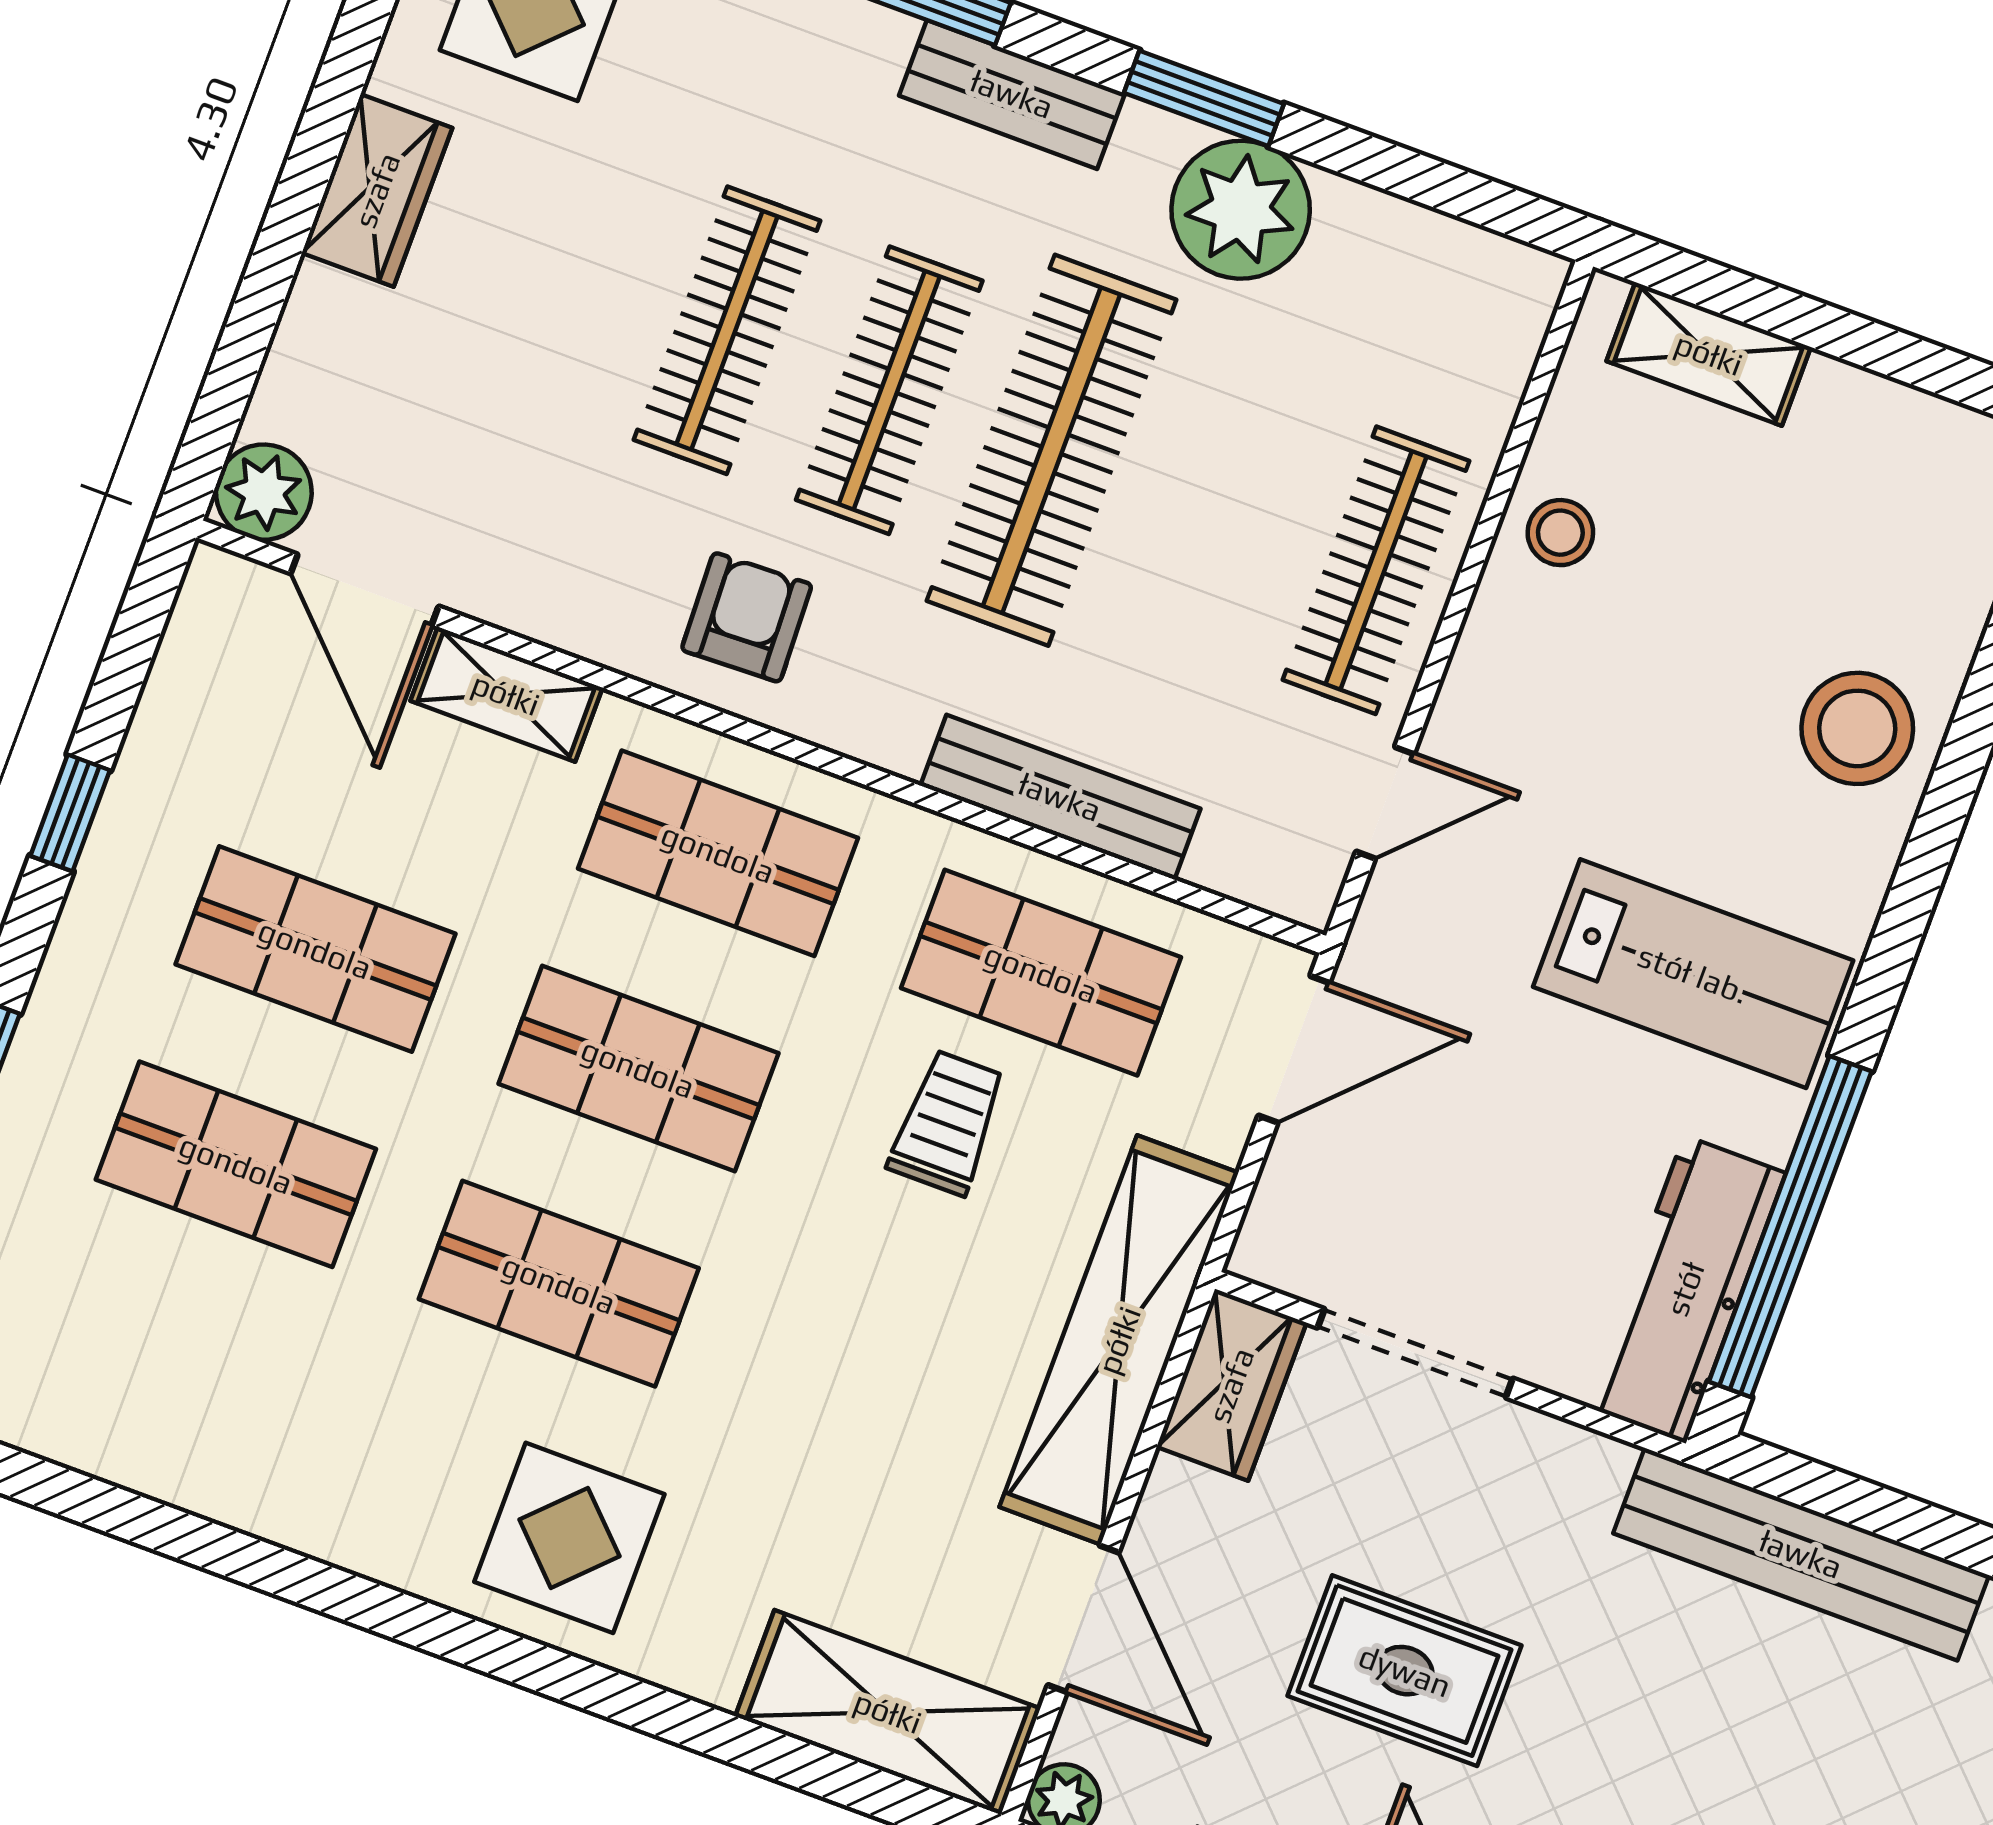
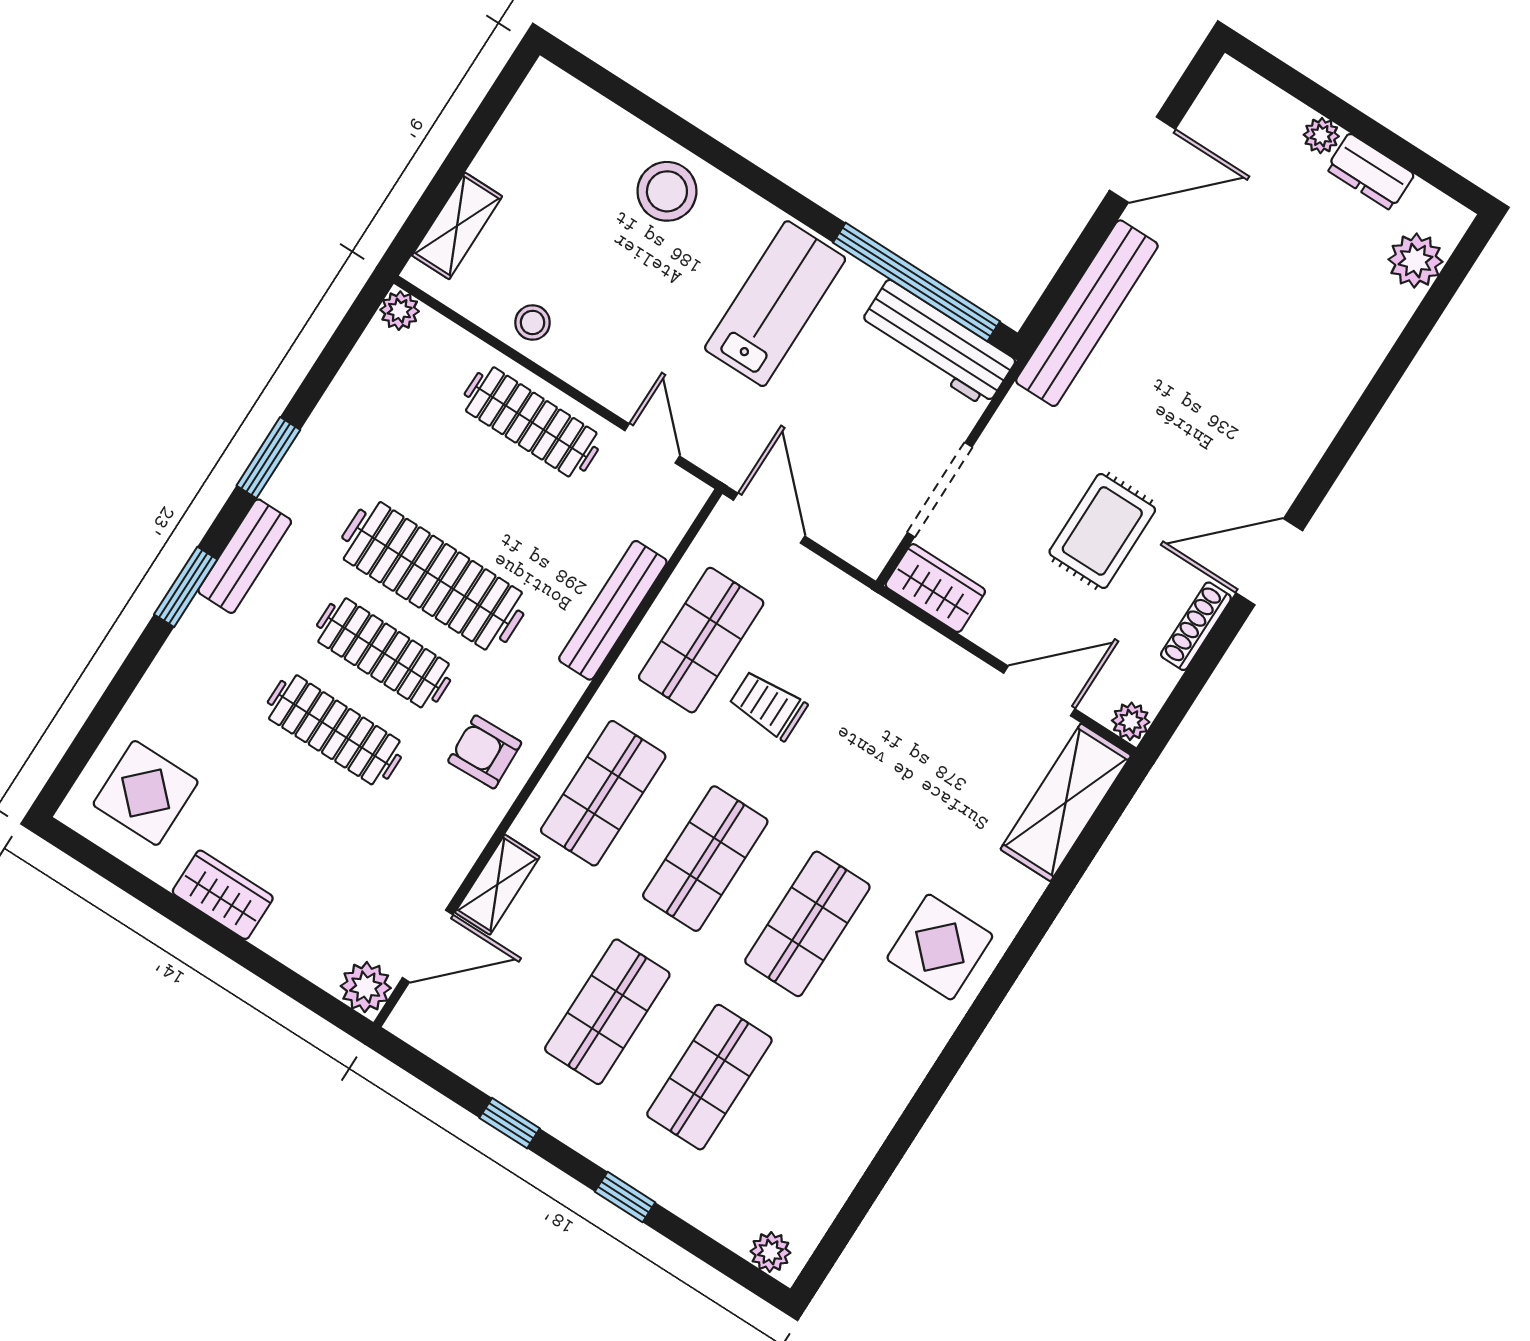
plant: (1241, 210) -> (400, 311), moved, width x0.53, depth x0.53
shelving: (1119, 1340) -> (900, 641), removed

